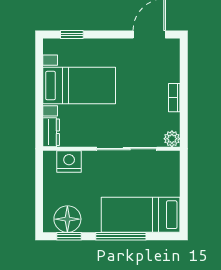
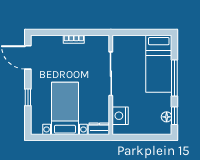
window: (72, 34) -> (28, 97), moved
plant: (172, 139) -> (104, 41), removed
floor lamp: (67, 219) -> (167, 117), width x0.53, depth x0.53

